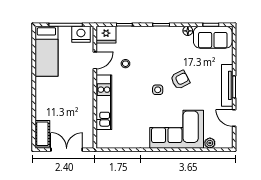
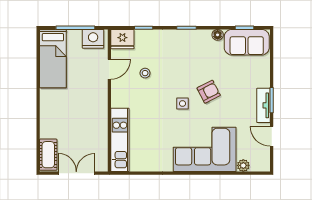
tv unit: (227, 85) -> (263, 105), width x0.71
kitchen unit: (104, 102) -> (120, 140), moved

